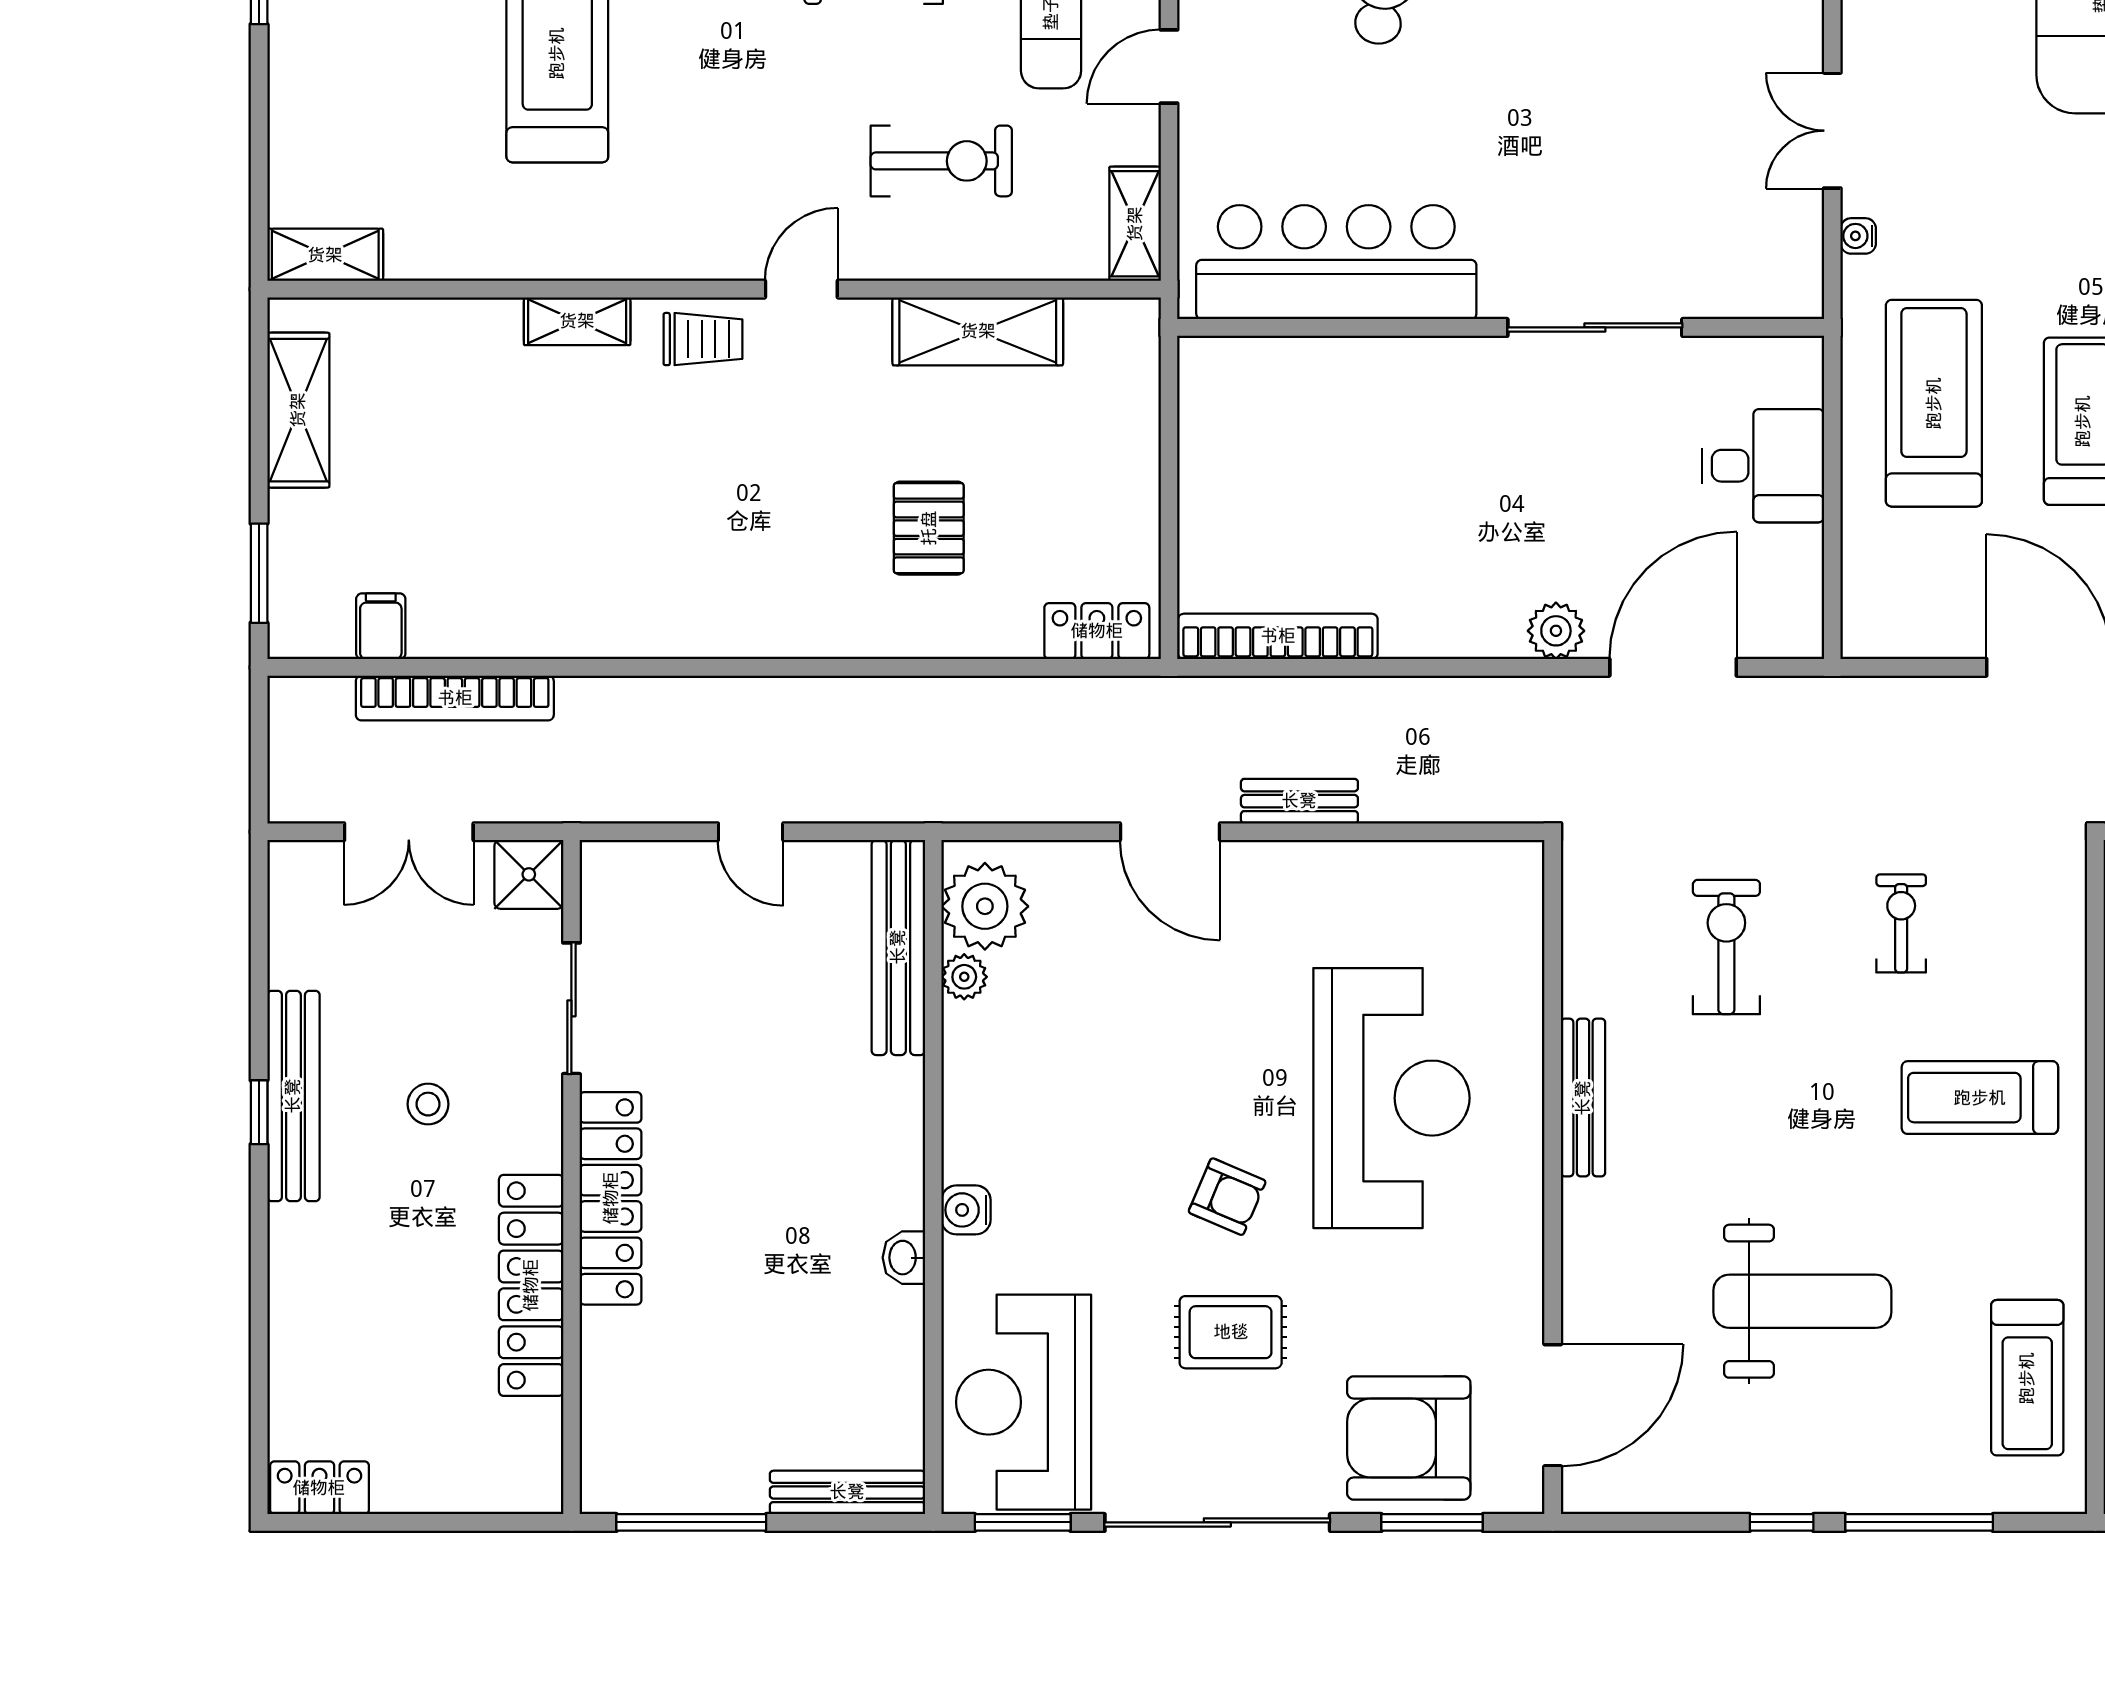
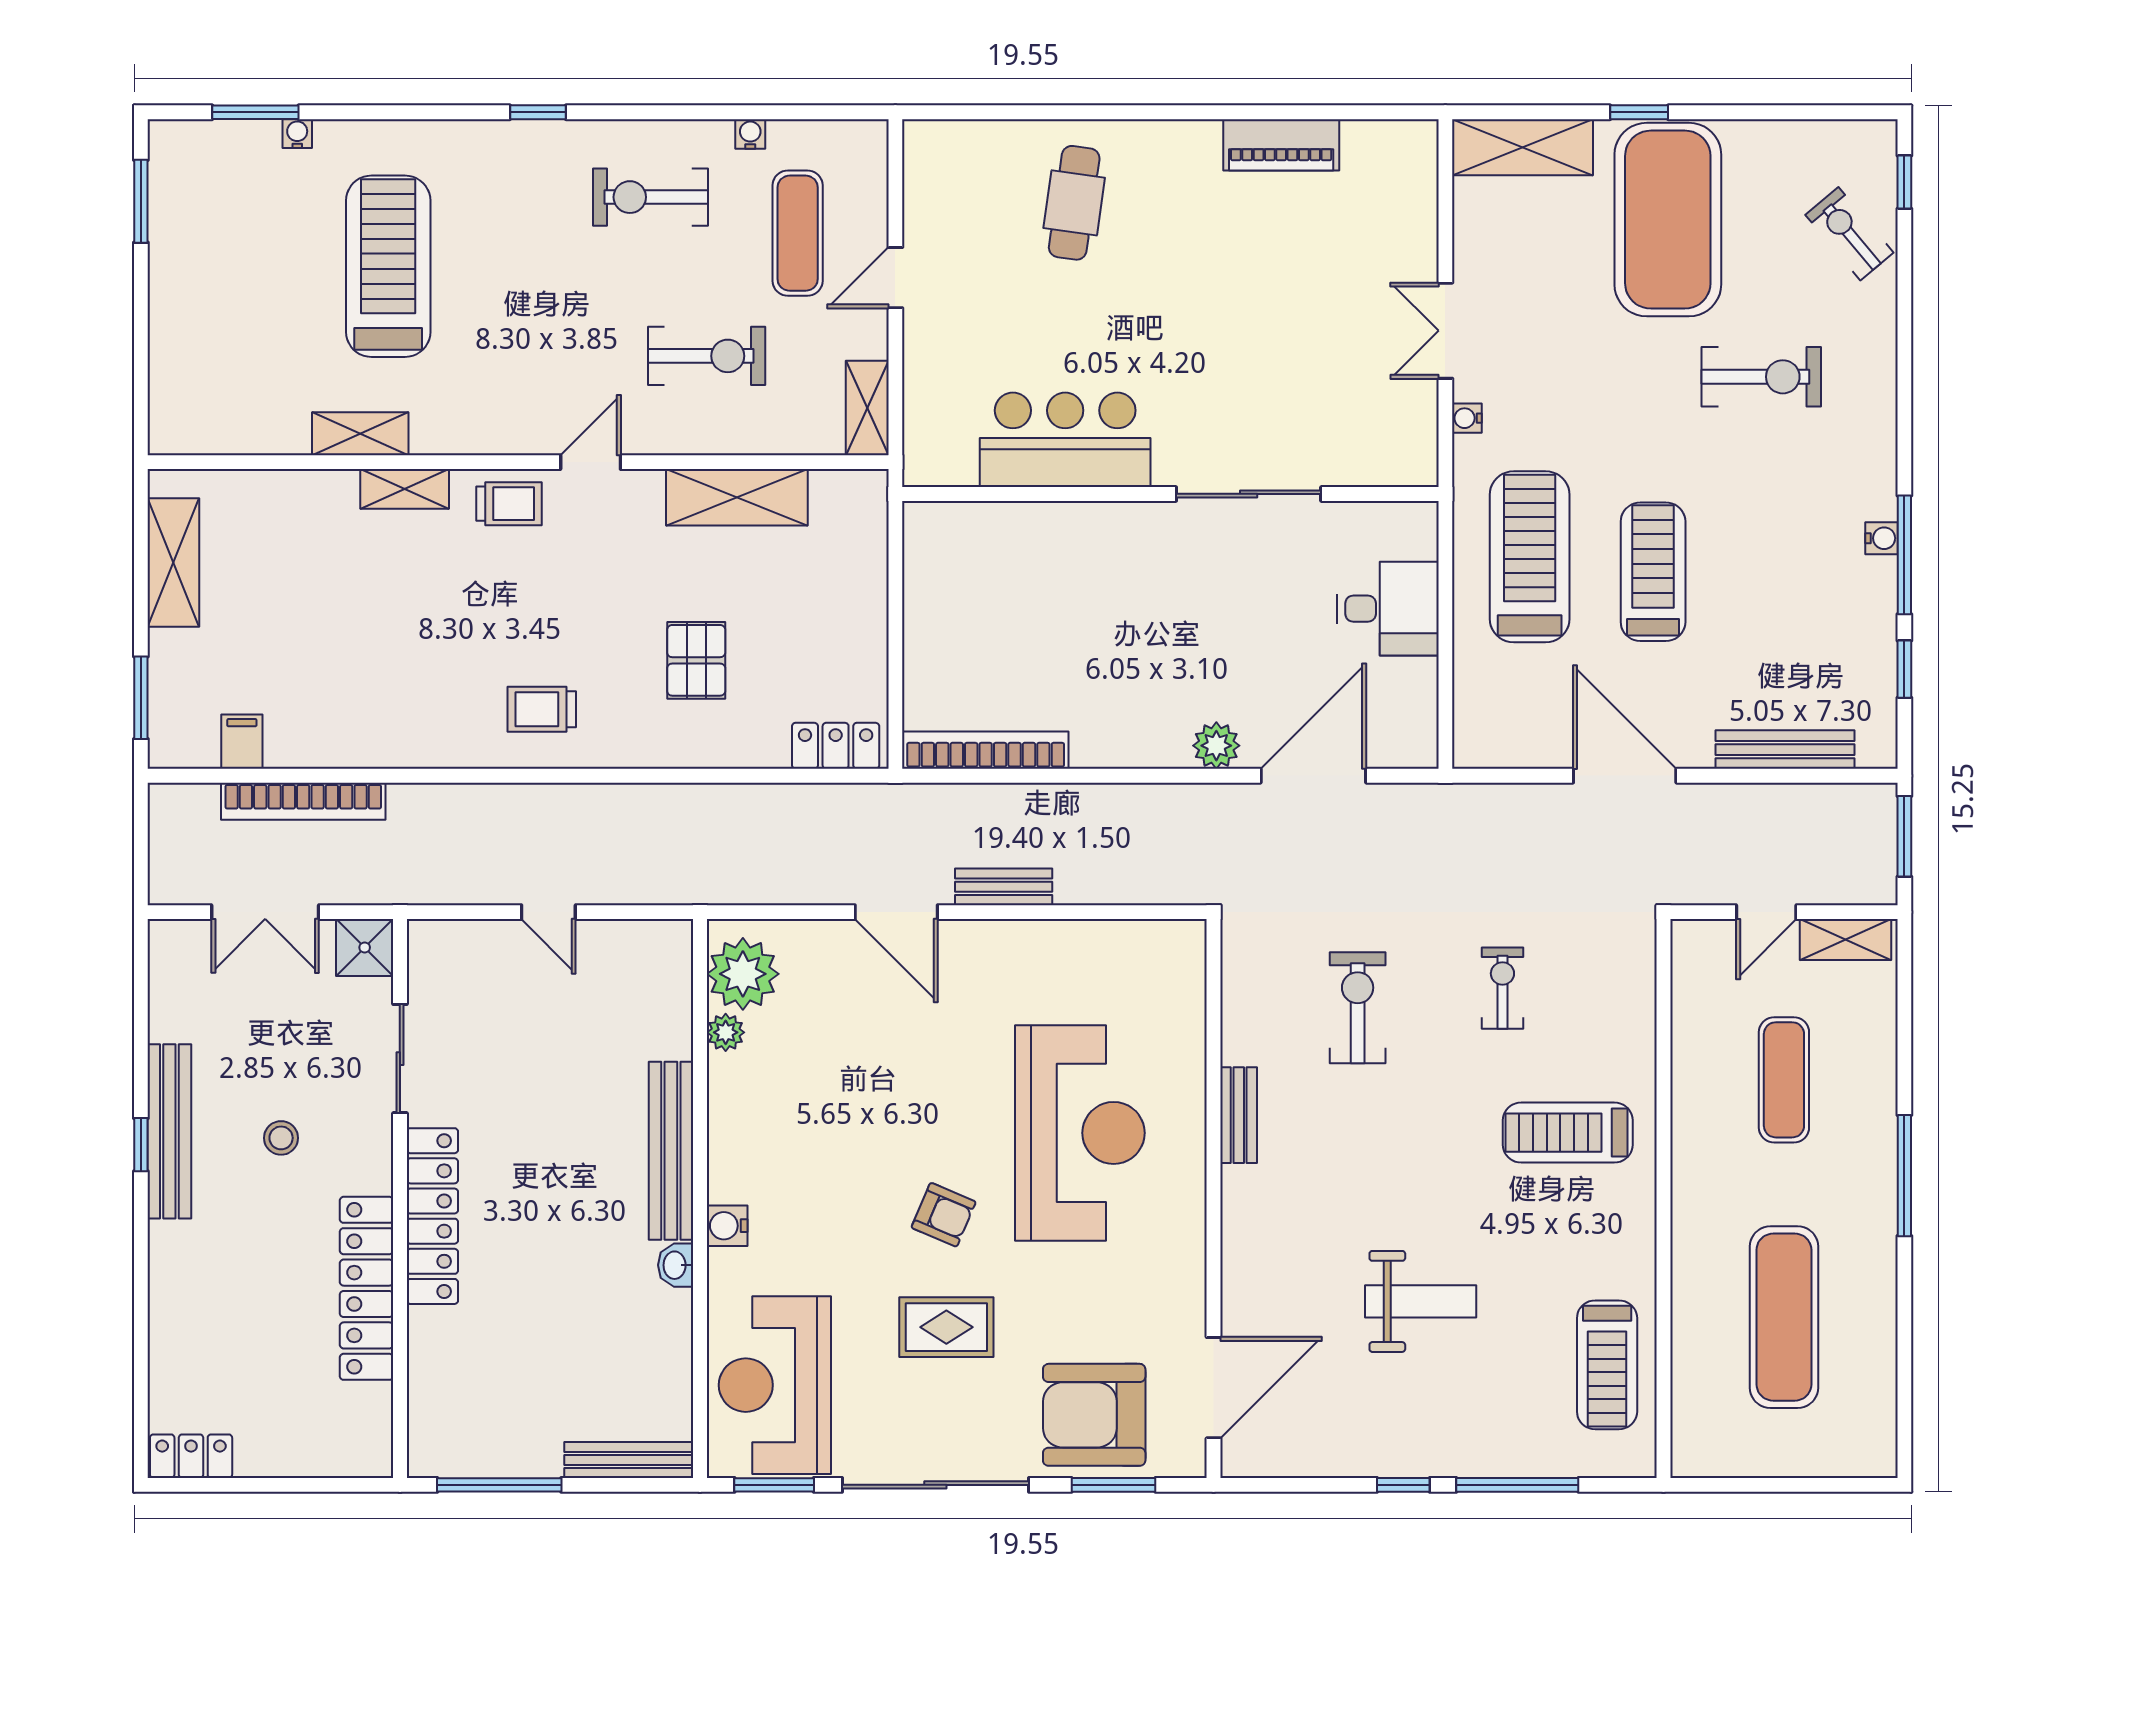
shelving: (325, 255) -> (360, 434), moved
bar counter: (1336, 262) -> (1065, 440), width x0.73
trolley: (742, 587) -> (542, 709), added
bench: (898, 947) -> (671, 1151), moved
bench: (1583, 1098) -> (1239, 1115), width x0.73
weight bench: (1802, 1301) -> (1421, 1301), width x0.73, depth x0.75

